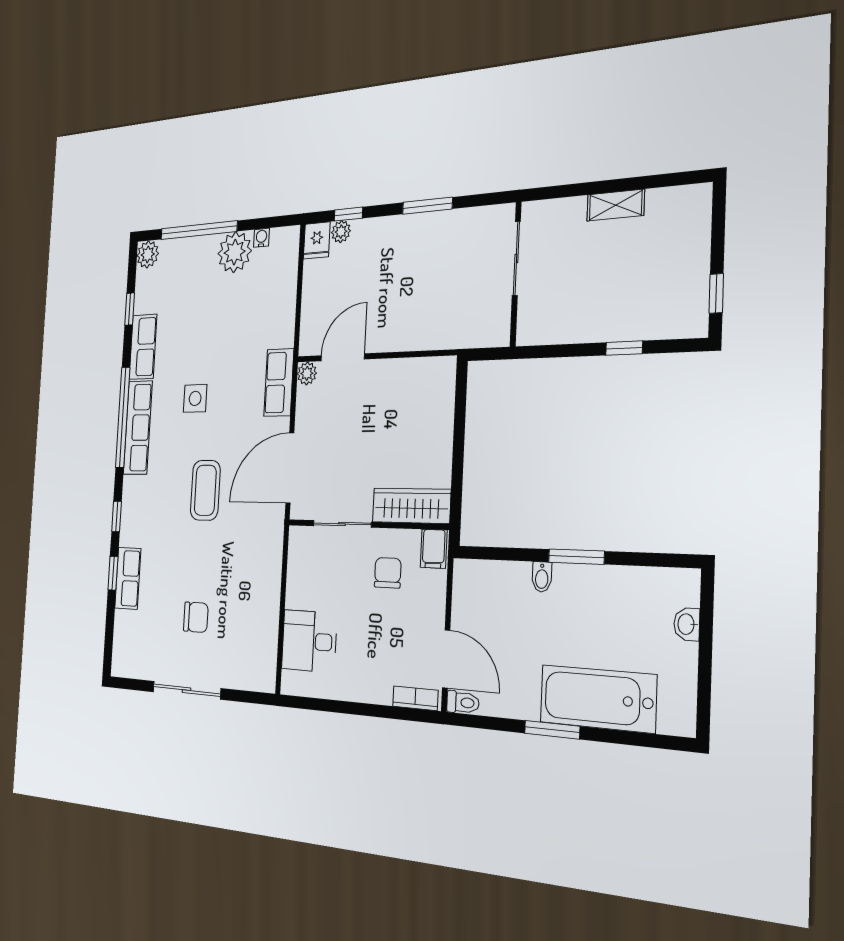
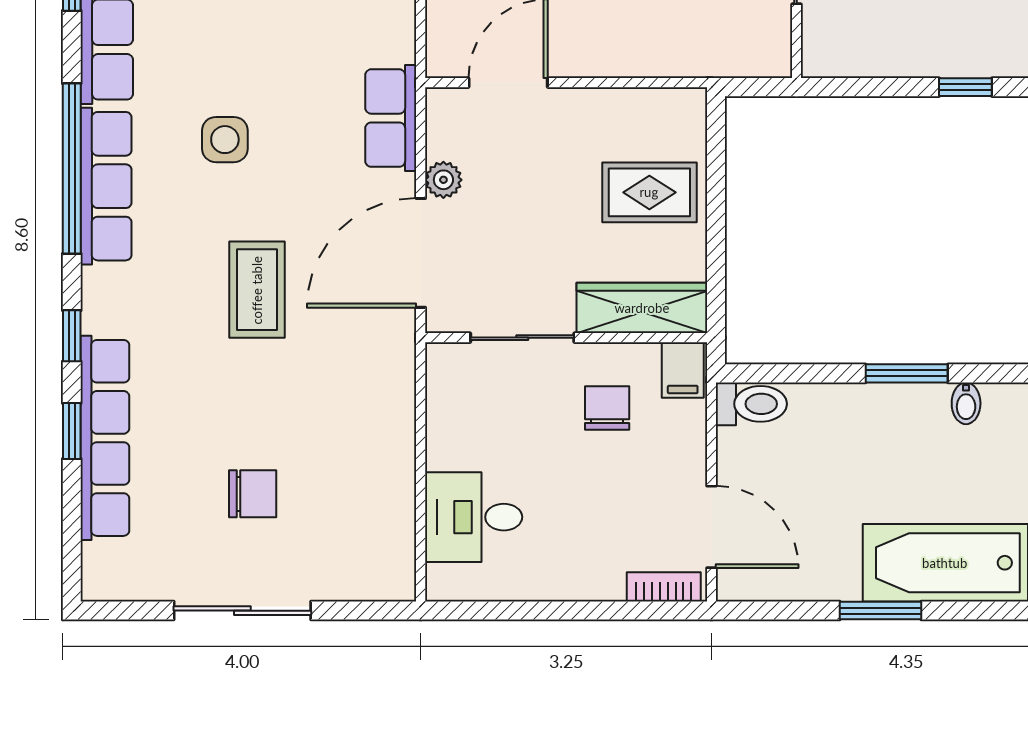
plant: (307, 373) -> (443, 180), moved
rug: (419, 428) -> (649, 192), added
bidet: (542, 577) -> (966, 403), moved
row of seats: (128, 578) -> (105, 438), width x2.02
toilet: (463, 702) -> (751, 404), moved, width x1.37, depth x1.39

